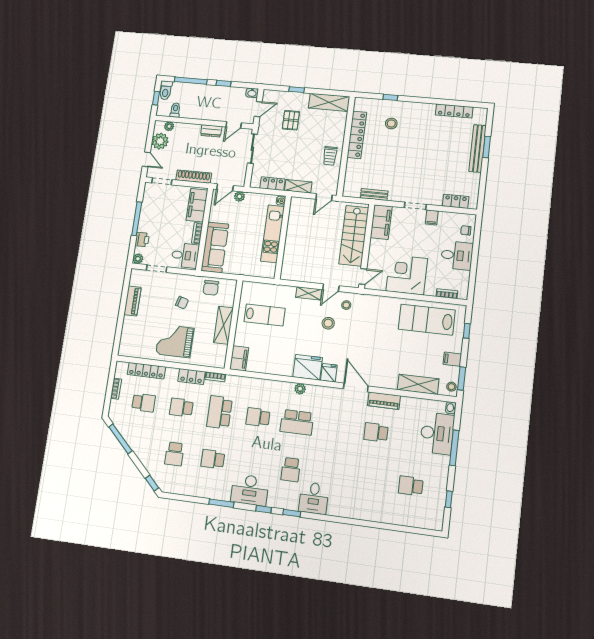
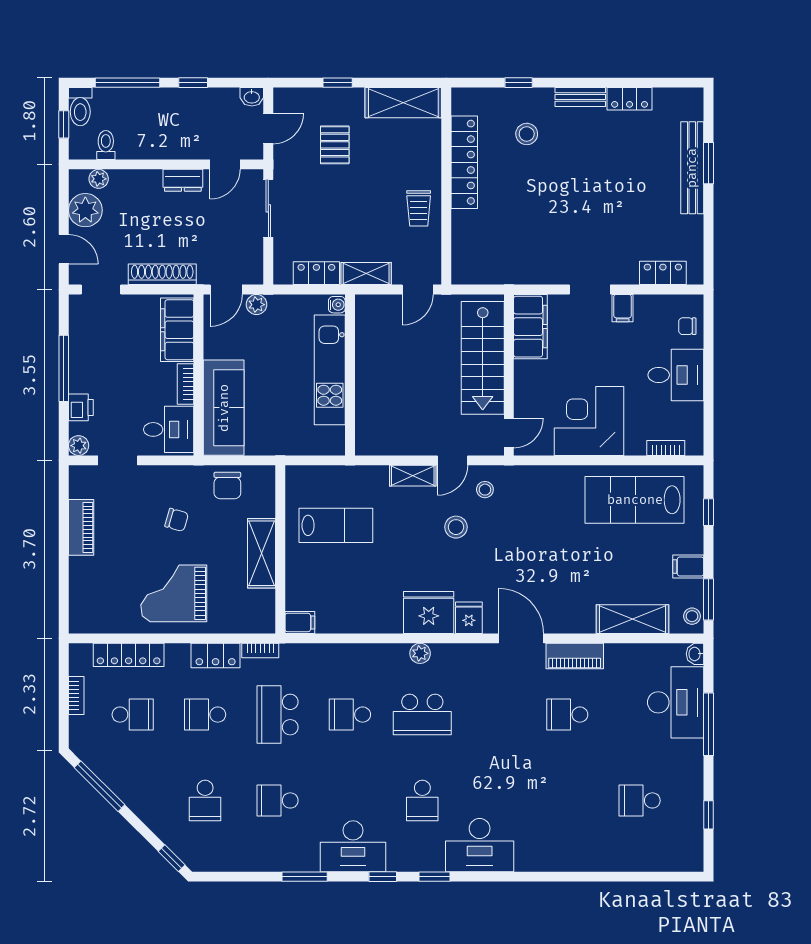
locker: (454, 111) -> (630, 99), width x0.66
bench: (374, 195) -> (580, 97), moved
filing cabinet: (239, 358) -> (300, 623), width x0.50
desk: (314, 498) -> (480, 845), width x1.37

